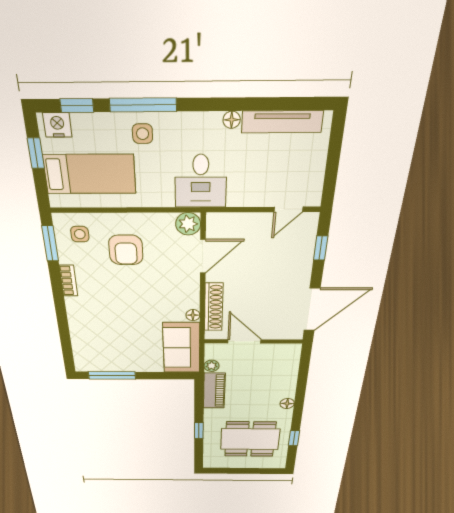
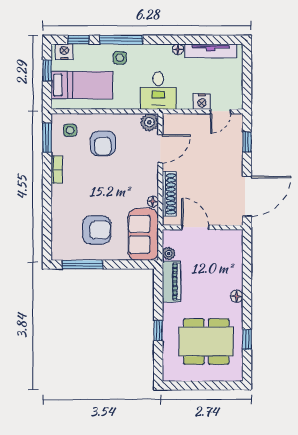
nightstand: (263, 196) -> (202, 102), added
armchair: (125, 343) -> (97, 230), added

